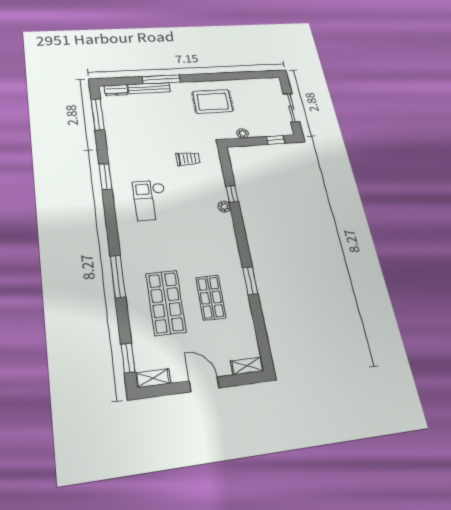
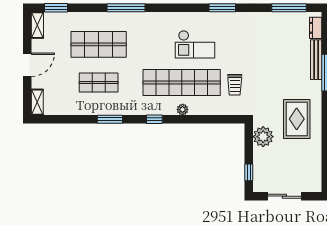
plant: (242, 133) -> (263, 137), width x1.87, depth x1.87
window: (232, 194) -> (154, 119), moved
checkout: (150, 200) -> (195, 44), turned 180
shop shelf: (195, 210) -> (182, 83), added

